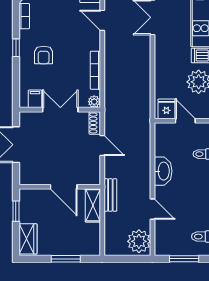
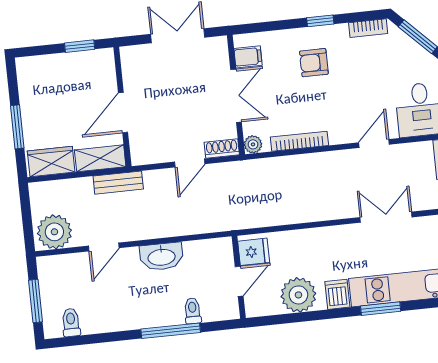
wardrobe: (28, 239) -> (51, 161), moved, turned 180

